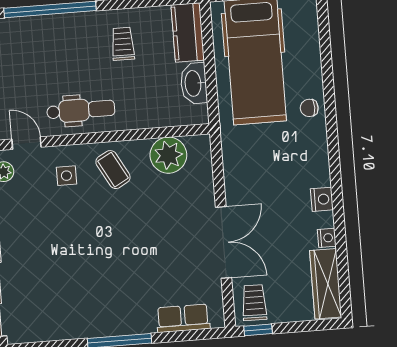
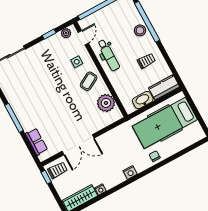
stool: (60, 30) -> (140, 30), added
nightstand: (322, 199) -> (130, 172), moved

